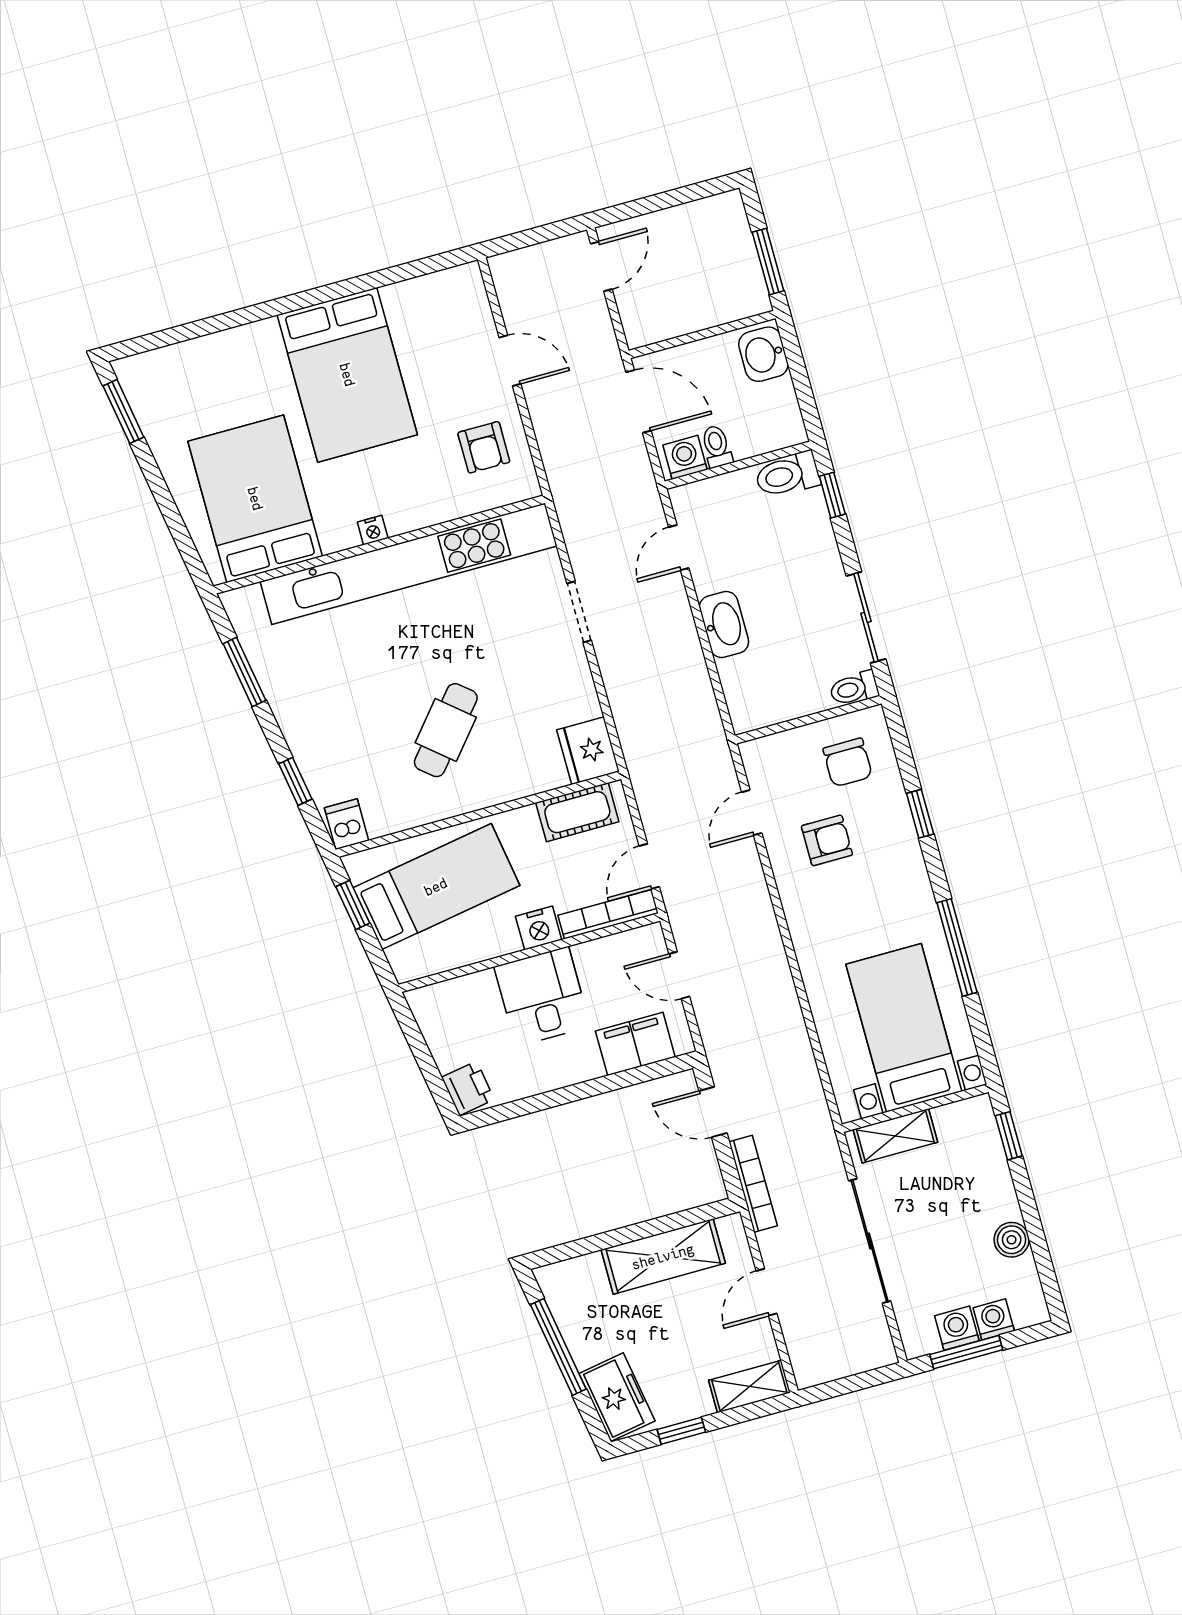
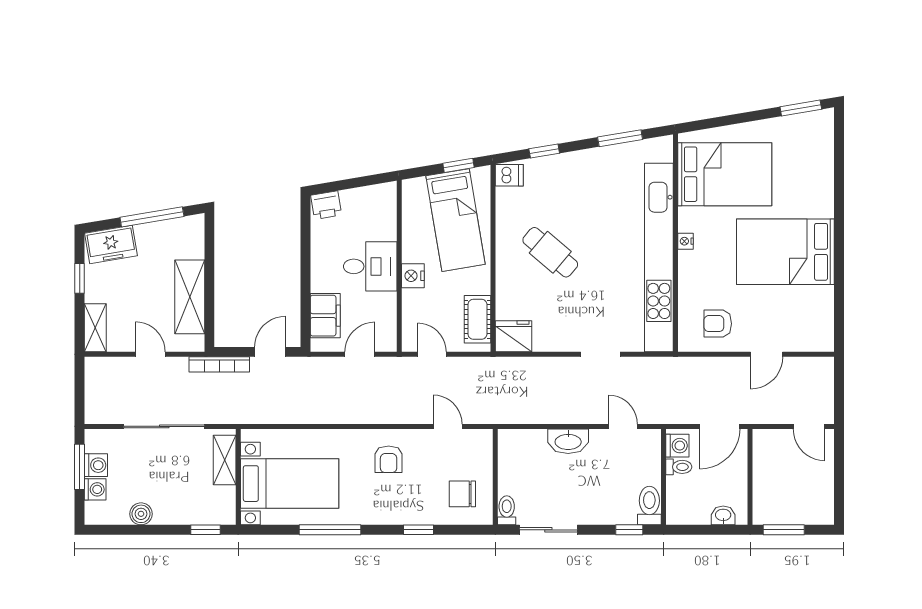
washbasin: (763, 354) -> (723, 515), width x0.72, depth x0.69
armchair: (827, 840) -> (389, 459), moved
bookcase: (608, 914) -> (410, 321), removed

